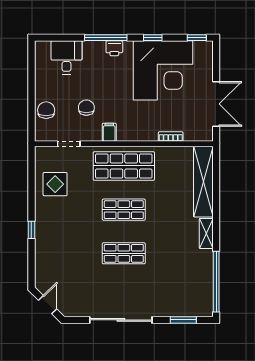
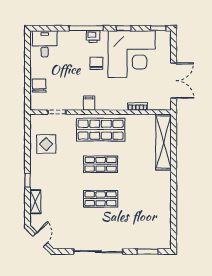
desk: (66, 57) -> (45, 44), moved
chair: (86, 108) -> (96, 63), moved
shelving: (206, 233) -> (35, 202), moved
window: (216, 282) -> (174, 221), removed

